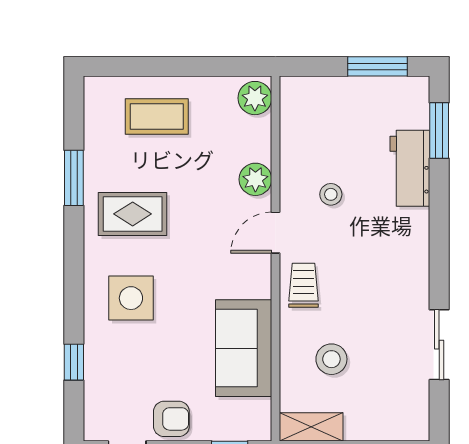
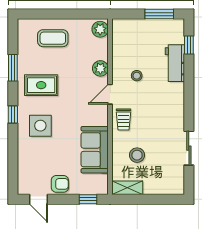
window: (439, 131) -> (189, 45), width x0.67
trolley: (303, 285) -> (123, 120), turned 180
window: (74, 362) -> (13, 114), moved

